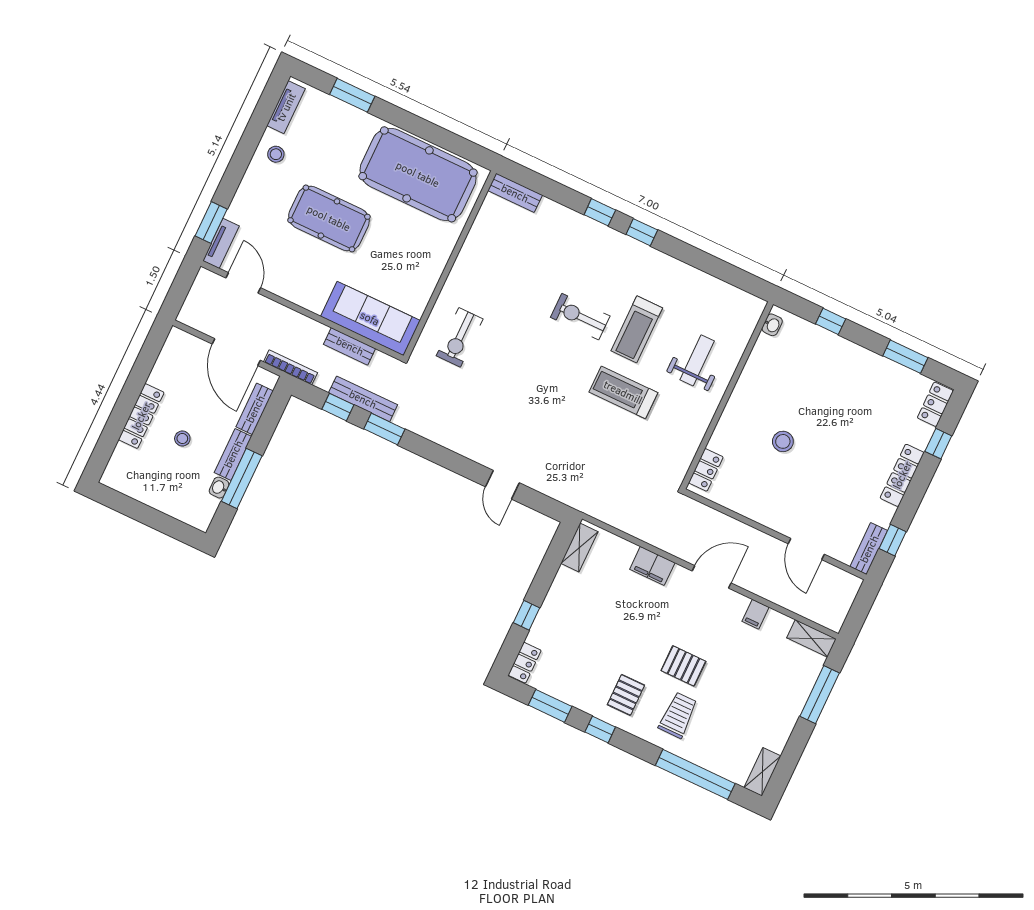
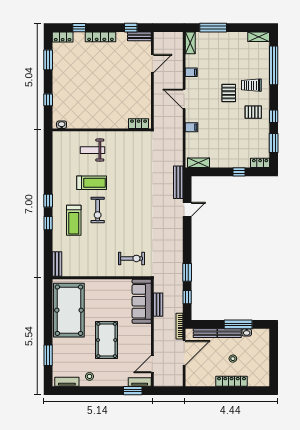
treadmill: (623, 392) -> (74, 220), moved
bench: (363, 399) -> (178, 182), moved
stool: (783, 441) -> (110, 96), removed
filing cabinet: (652, 566) -> (192, 127), width x0.50

